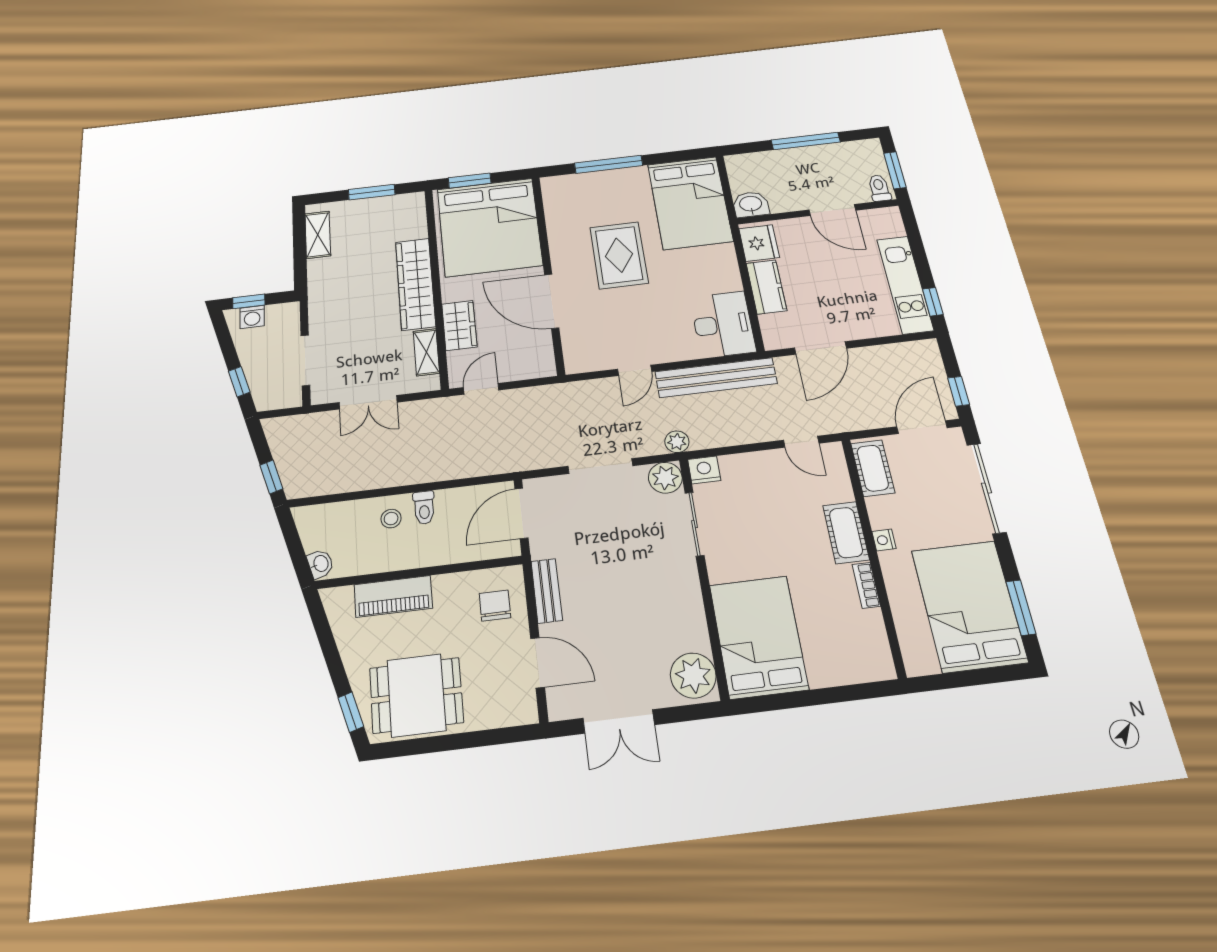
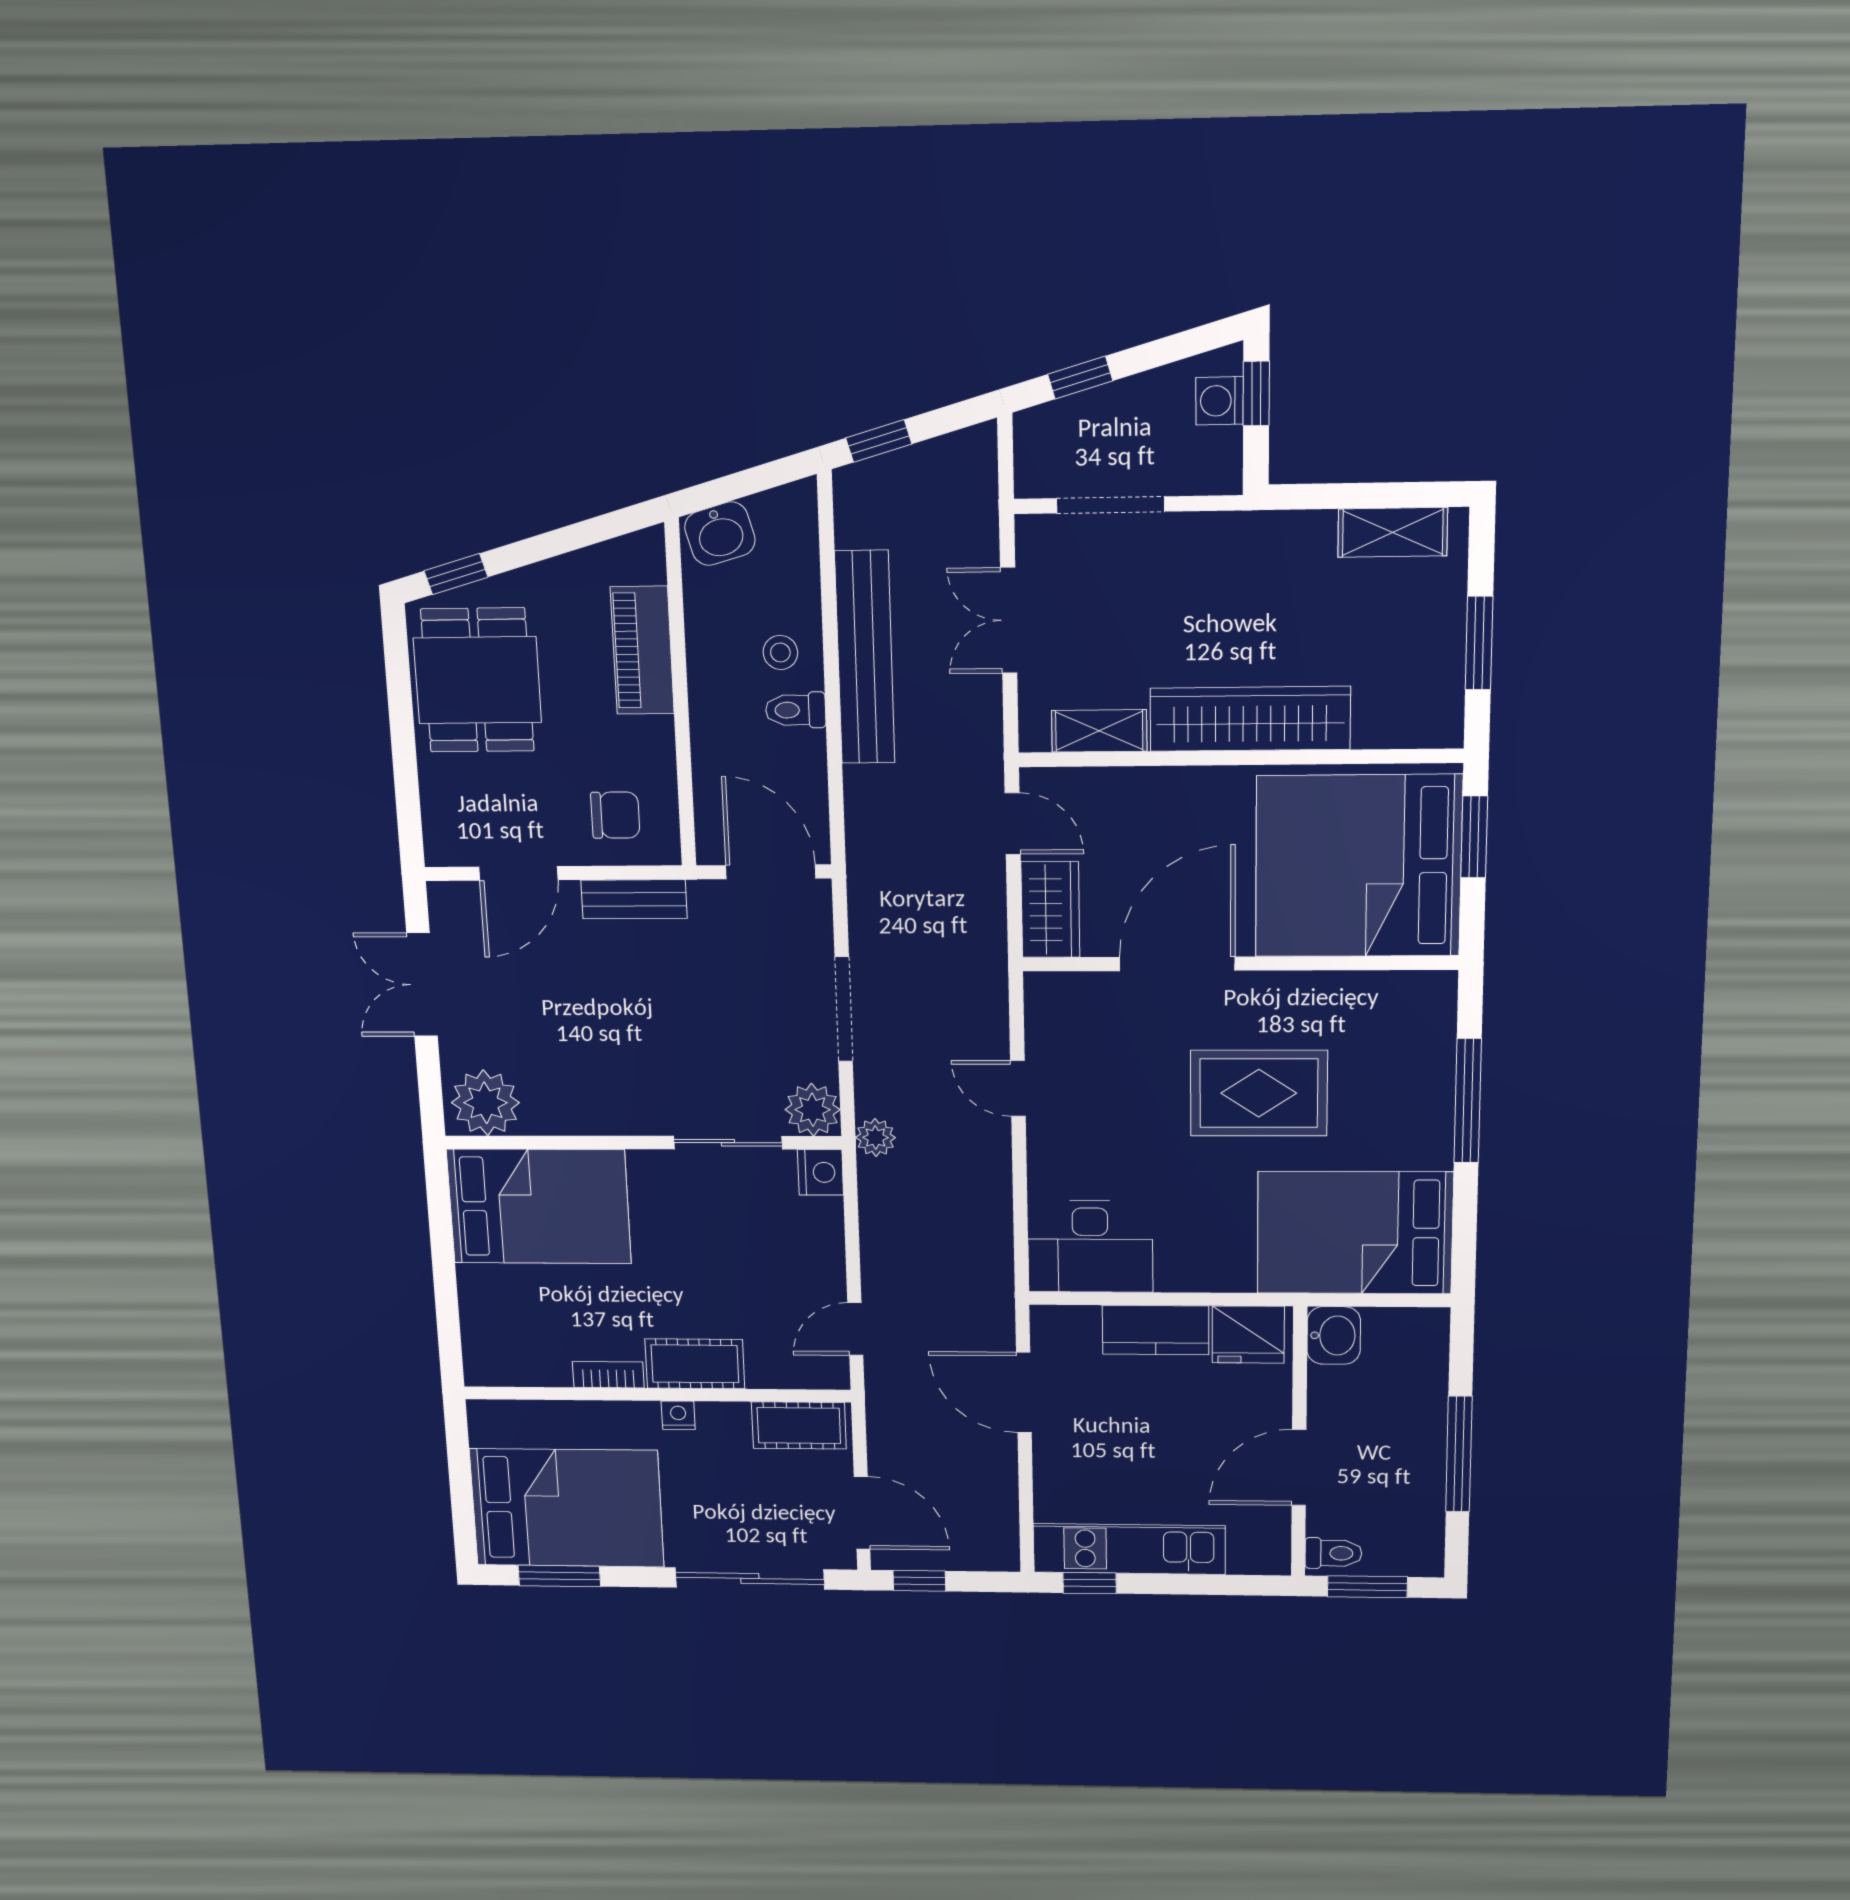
wardrobe: (459, 325) -> (1050, 910), moved, turned -90
bench: (716, 378) -> (865, 658), moved
washbasin: (320, 564) -> (720, 534), width x1.38, depth x1.45

